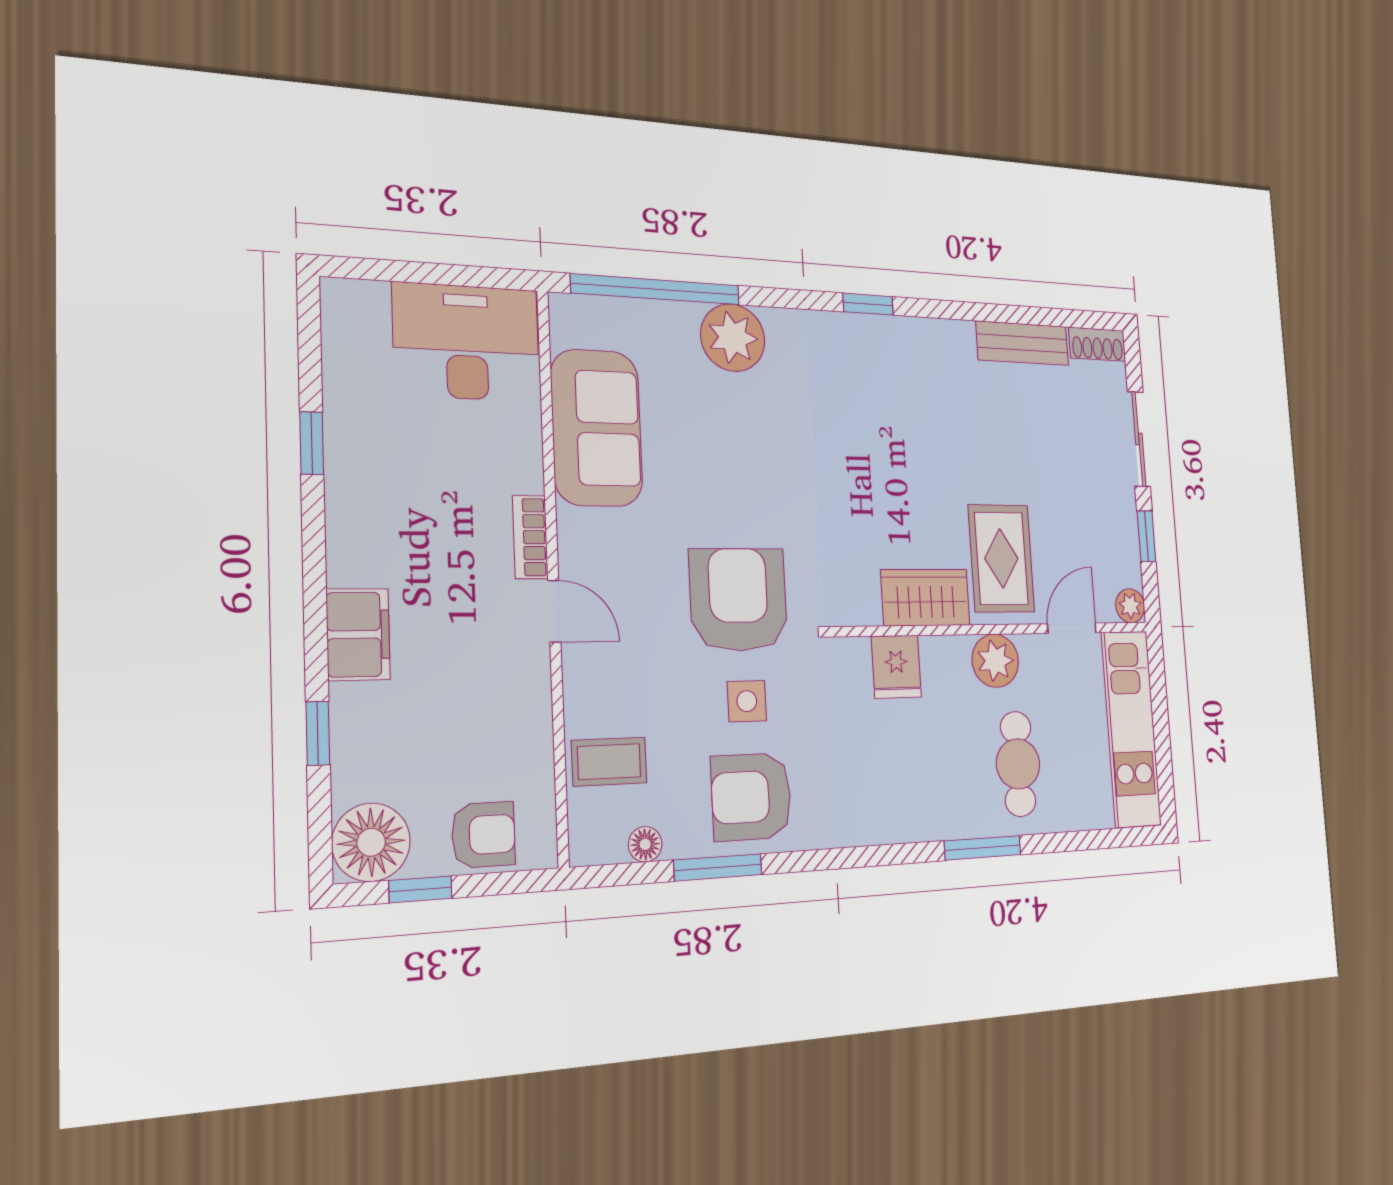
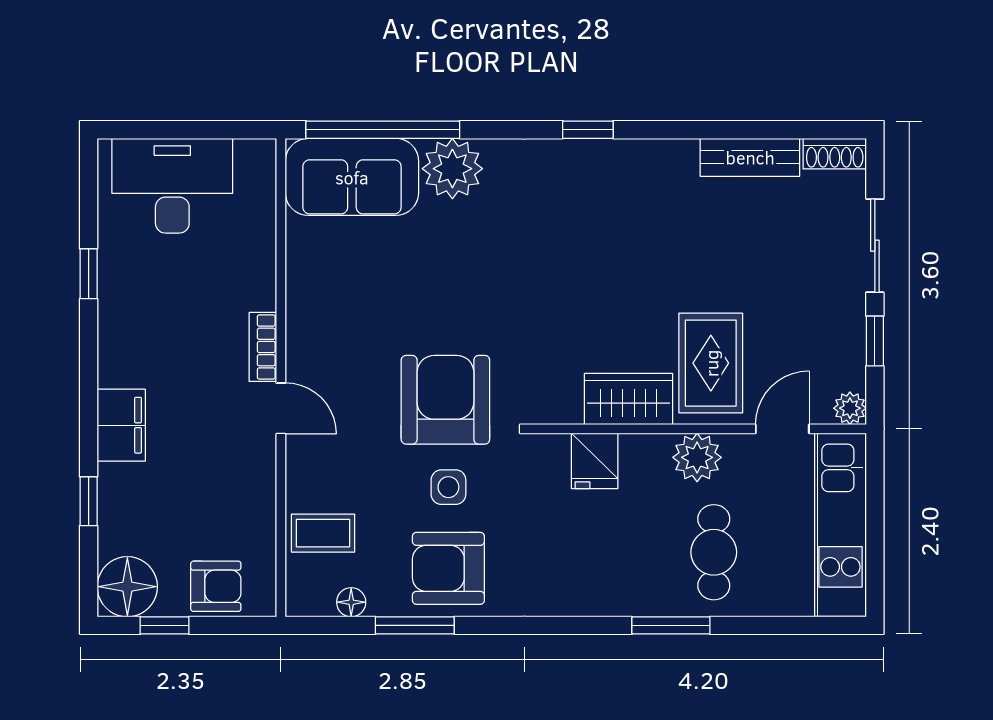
desk: (467, 342) -> (172, 186), moved
sofa: (597, 428) -> (352, 177), moved, turned 90

